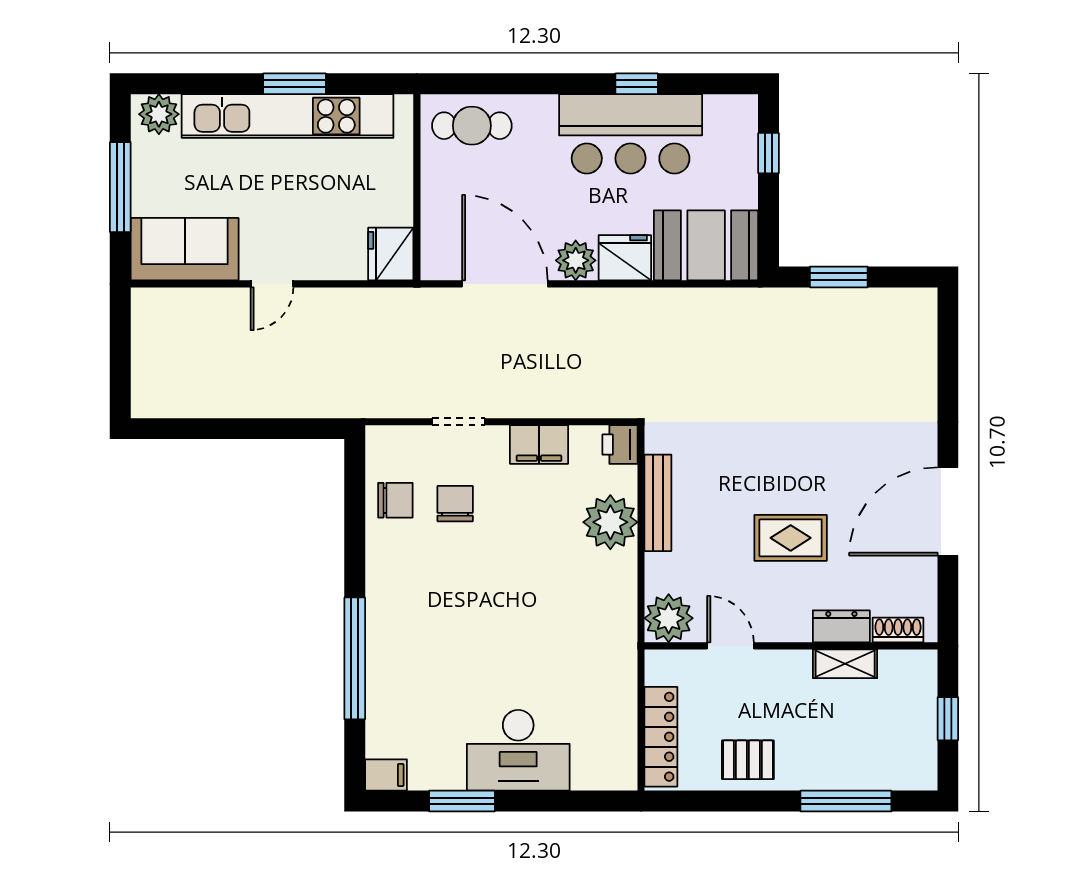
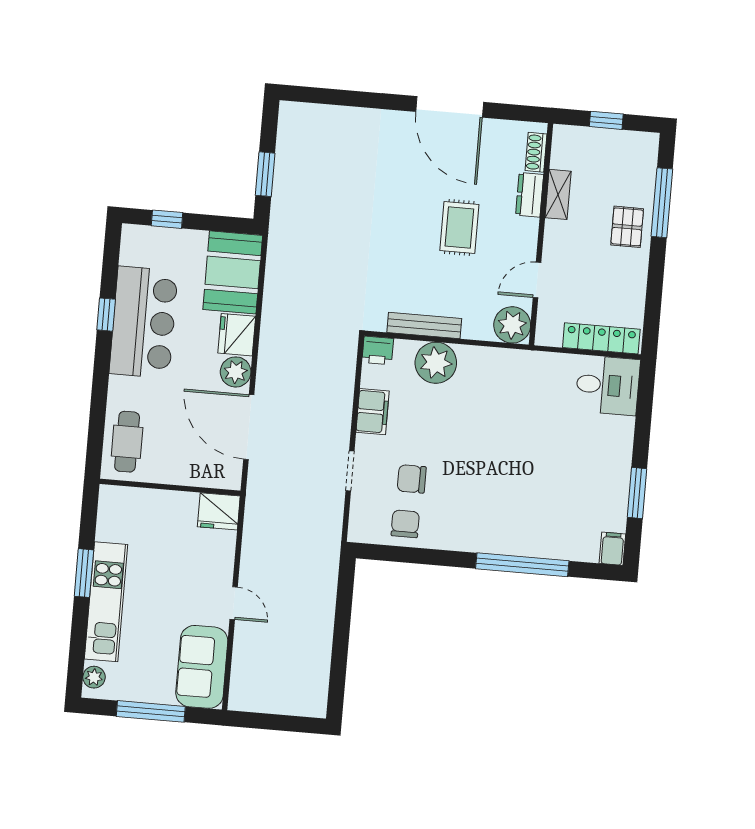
plant: (159, 114) -> (94, 677), width x0.73, depth x0.73
kitchen unit: (288, 116) -> (106, 602), width x0.73
door: (505, 284) -> (249, 427), hinge flipped
desk: (518, 750) -> (608, 385), moved, width x0.73
pallet: (748, 760) -> (627, 227), moved

